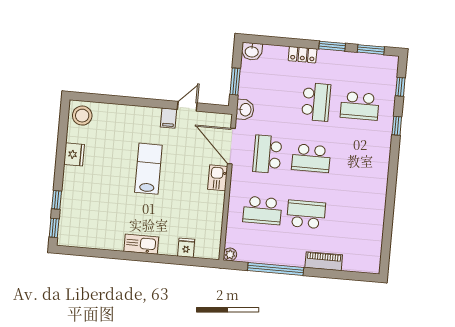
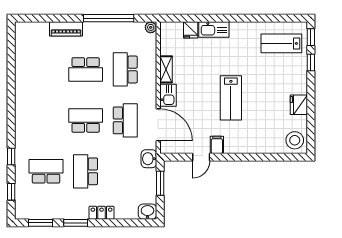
shelving: (217, 206) -> (166, 69), added
school desk: (262, 210) -> (125, 69), turned -90
lab bench: (87, 224) -> (281, 43), added
kitchen sink: (141, 244) -> (214, 29), moved

